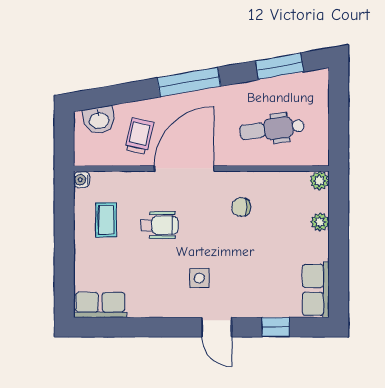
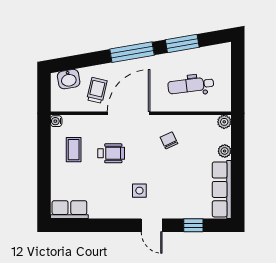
window: (280, 66) -> (182, 43), moved
chair: (241, 207) -> (169, 140), turned 65
row of seats: (316, 290) -> (222, 189), width x1.48

